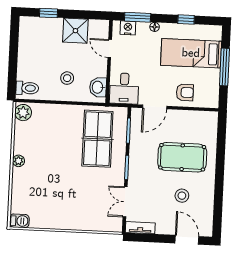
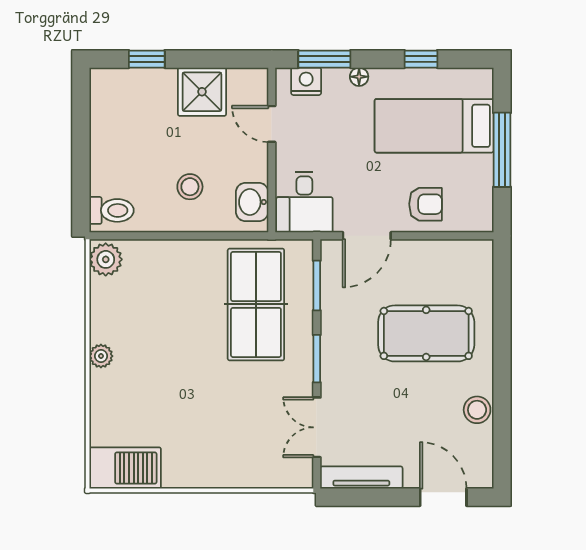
stool: (182, 196) -> (477, 410), moved
barbecue: (19, 221) -> (125, 468), width x1.88, depth x1.53
tv unit: (140, 228) -> (361, 477), width x1.41

